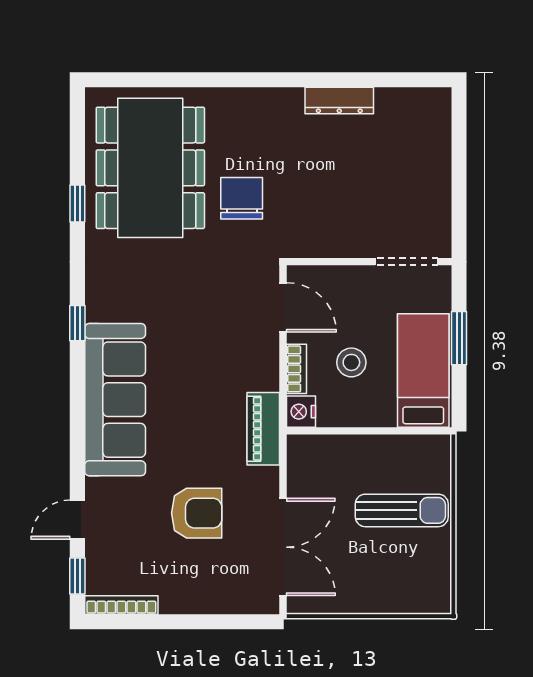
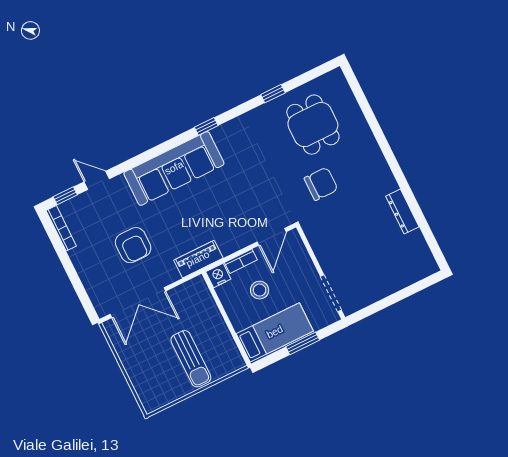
dining table: (150, 168) -> (313, 125), width x0.53, depth x0.80

